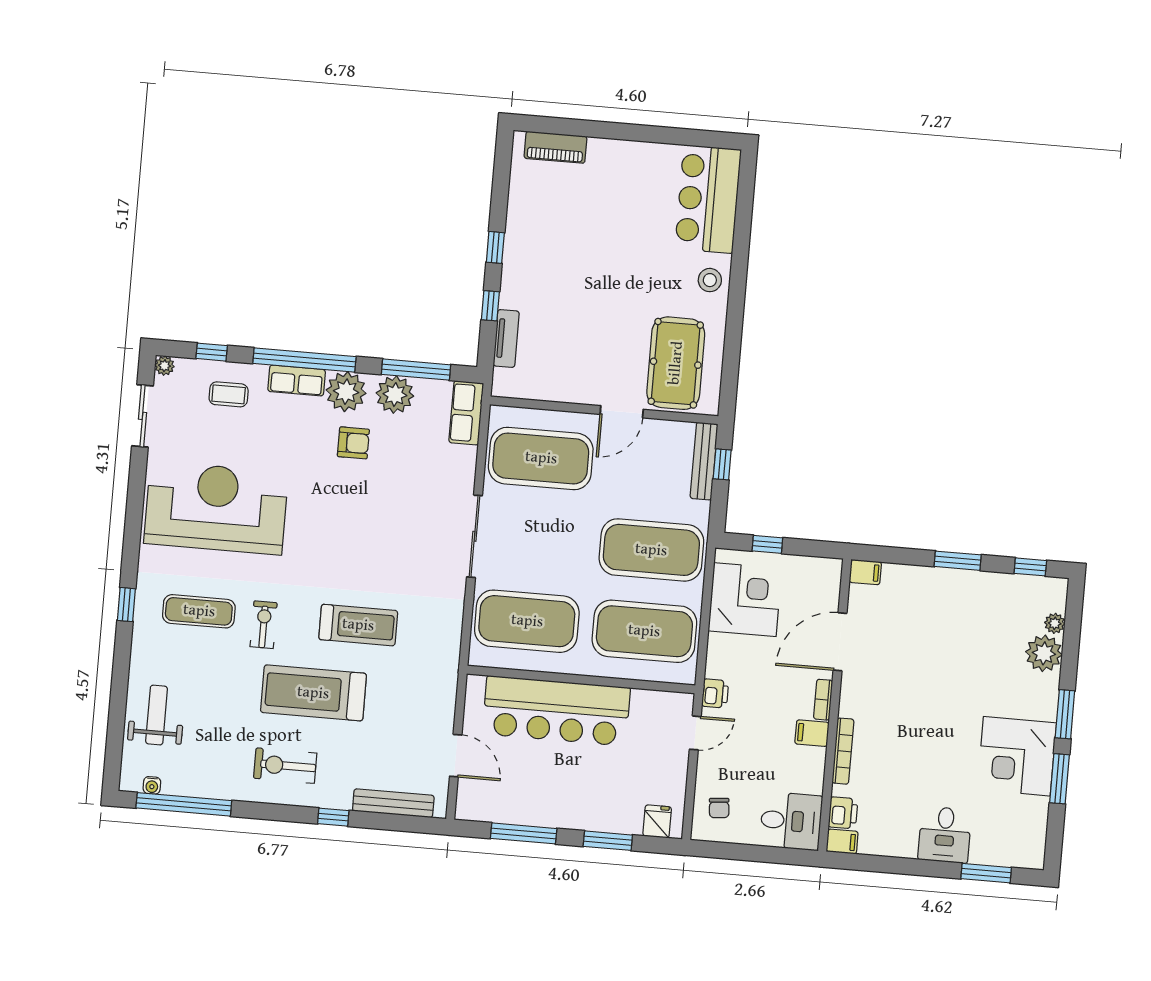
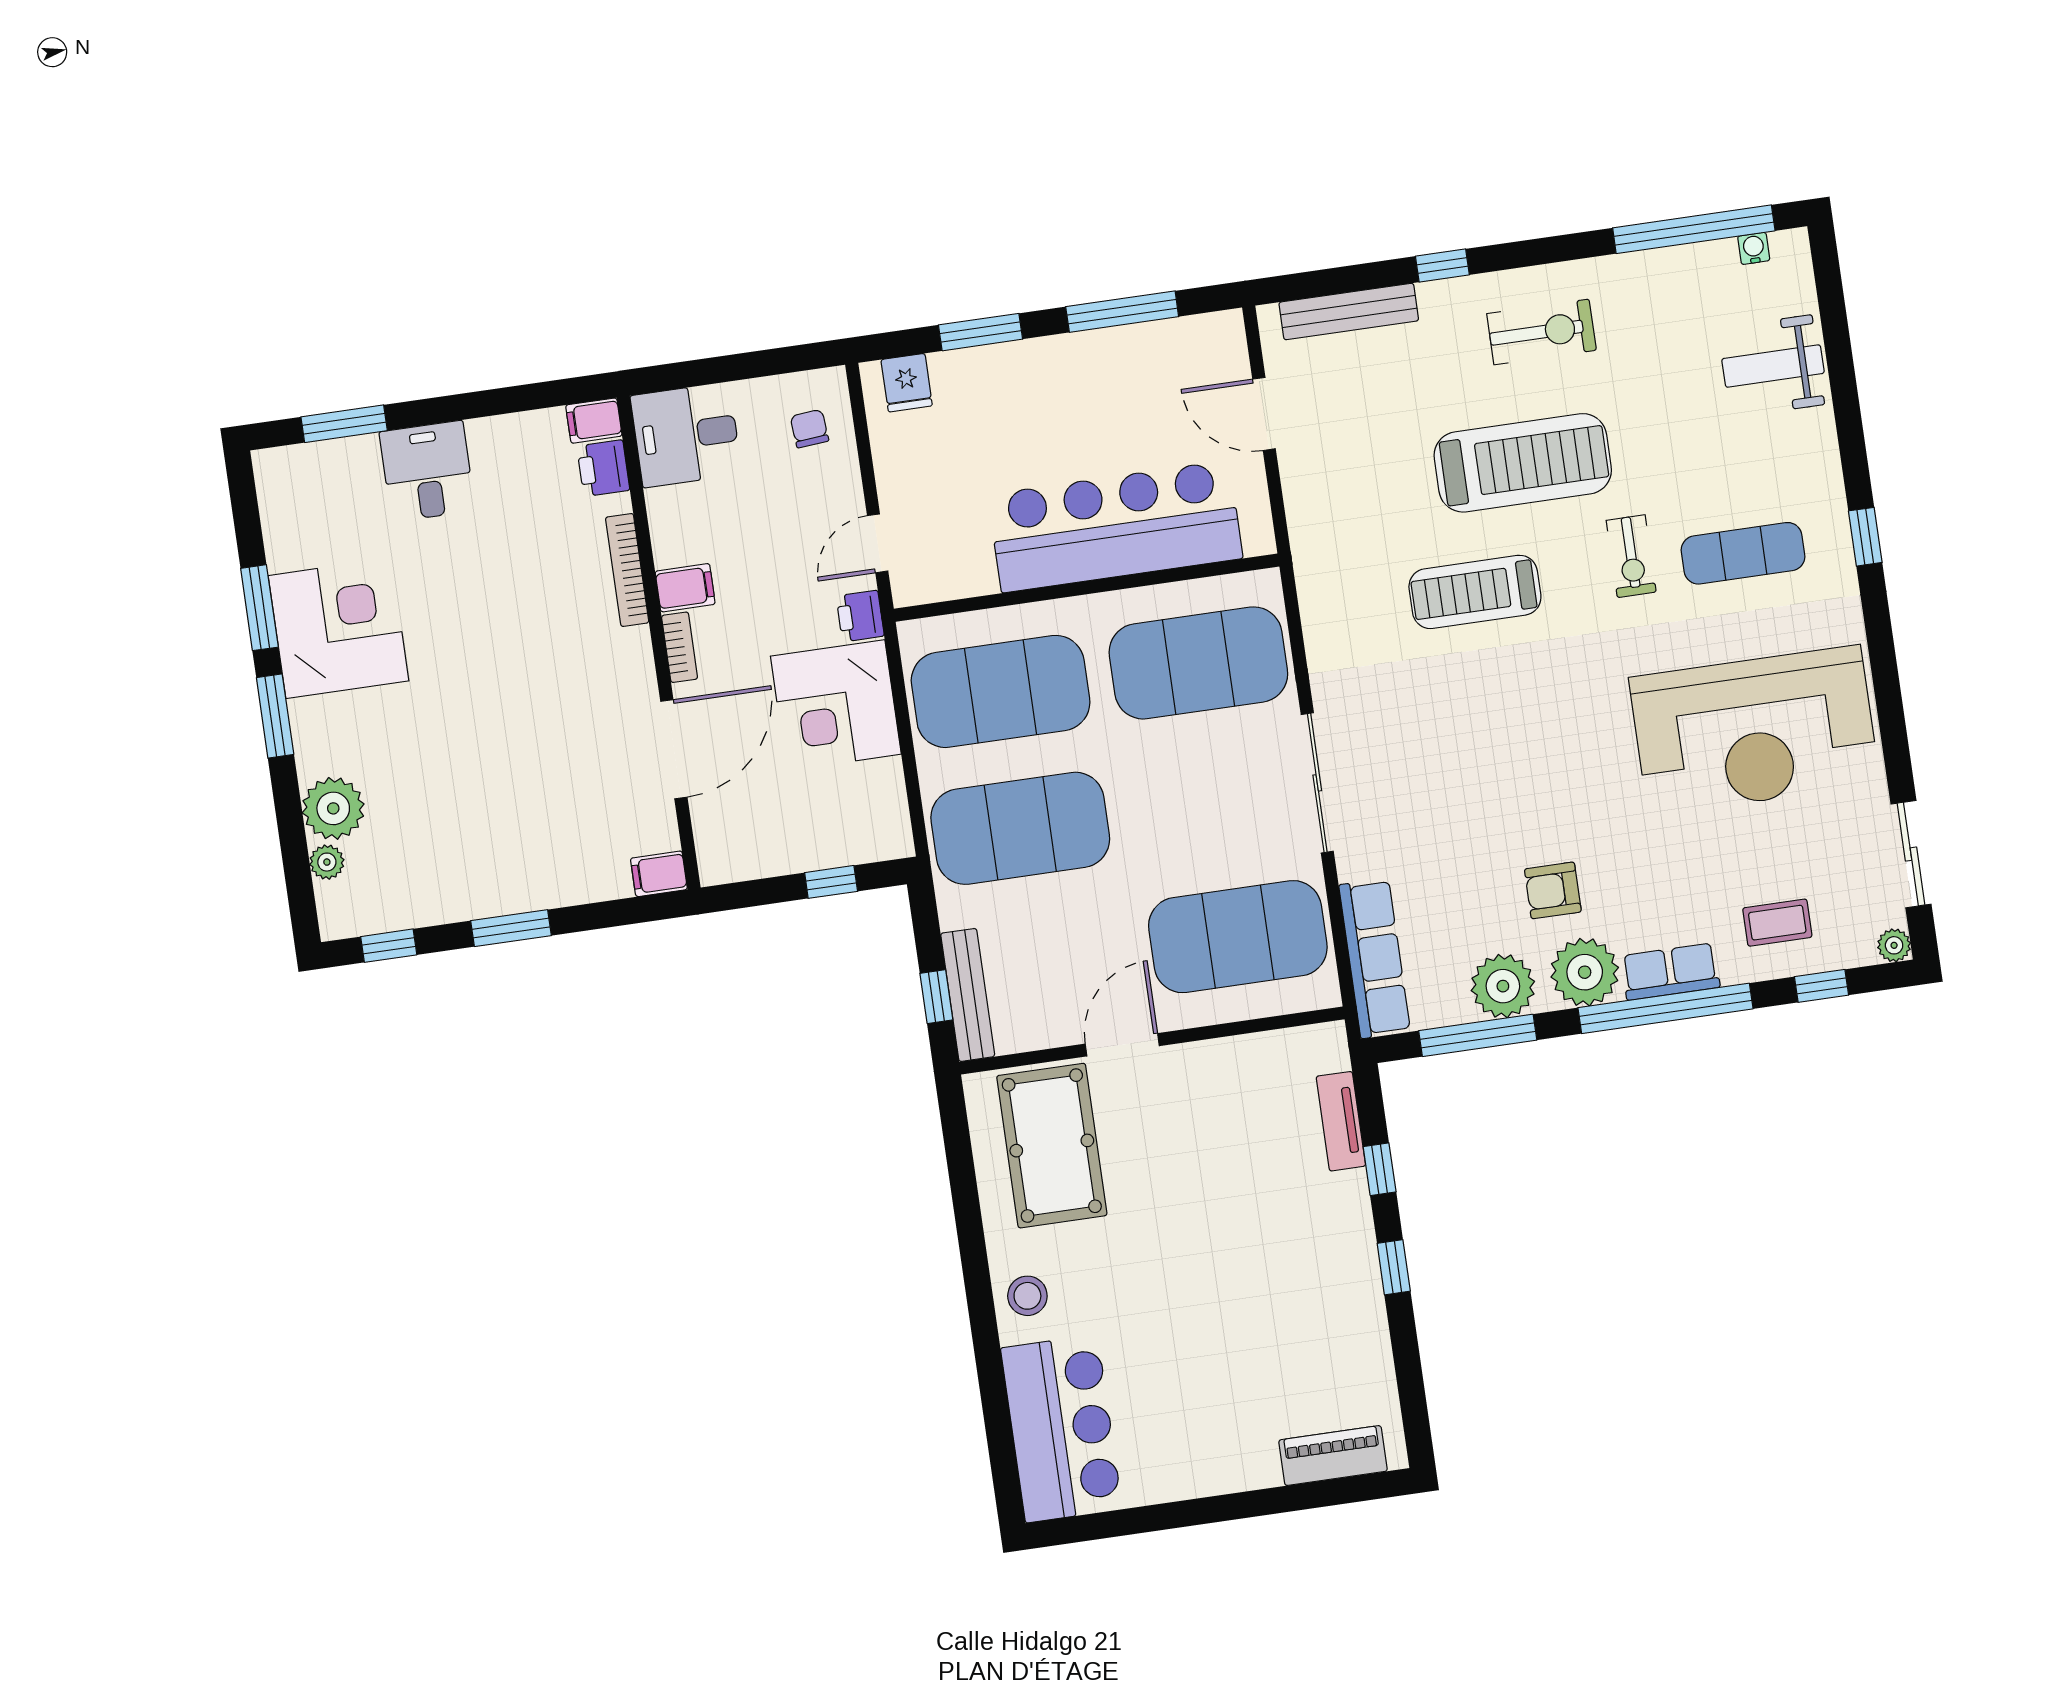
row of seats: (466, 413) -> (1375, 958), width x1.48
corner desk: (745, 600) -> (836, 705), moved
weight bench: (157, 715) -> (1773, 366), turned 90

